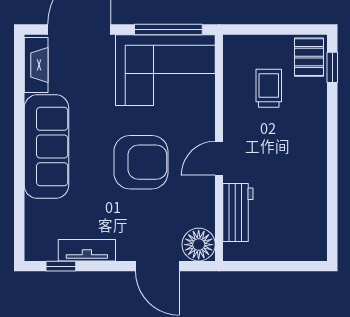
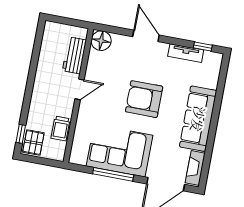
wall: (219, 148) -> (78, 96), moved
door: (219, 158) -> (80, 89), moved
workbench: (238, 212) -> (74, 55), moved
floor lamp: (199, 245) -> (101, 41), moved

